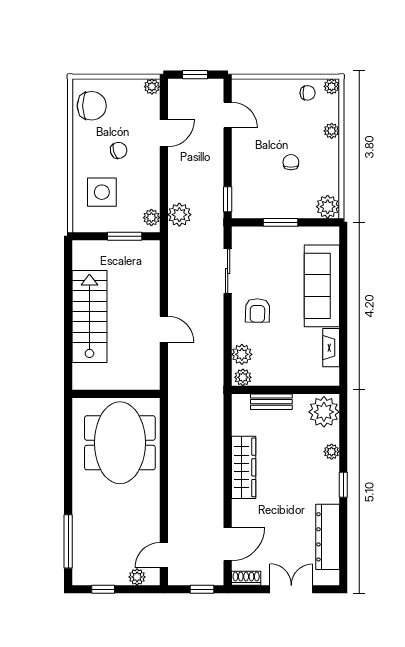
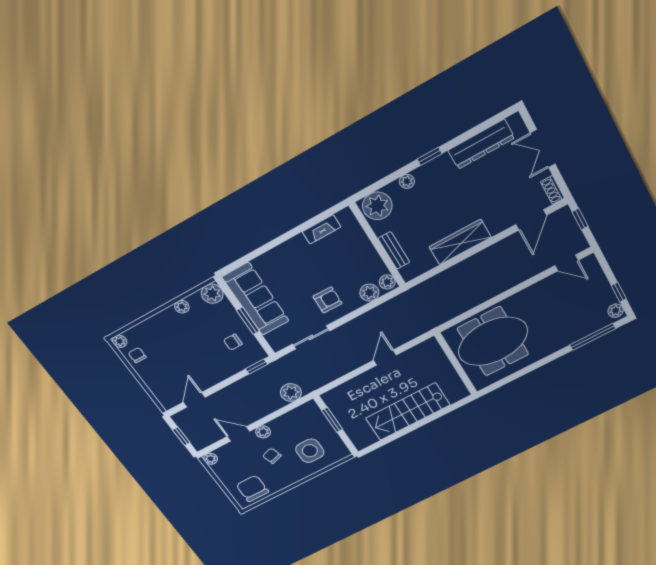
plant: (332, 131) -> (182, 307), moved
chair: (291, 162) -> (233, 342), moved
plant: (151, 218) -> (263, 432), moved
sofa: (322, 286) -> (256, 299), moved, turned -90
door: (228, 544) -> (531, 220), swing flipped
plant: (137, 577) -> (616, 311), moved

